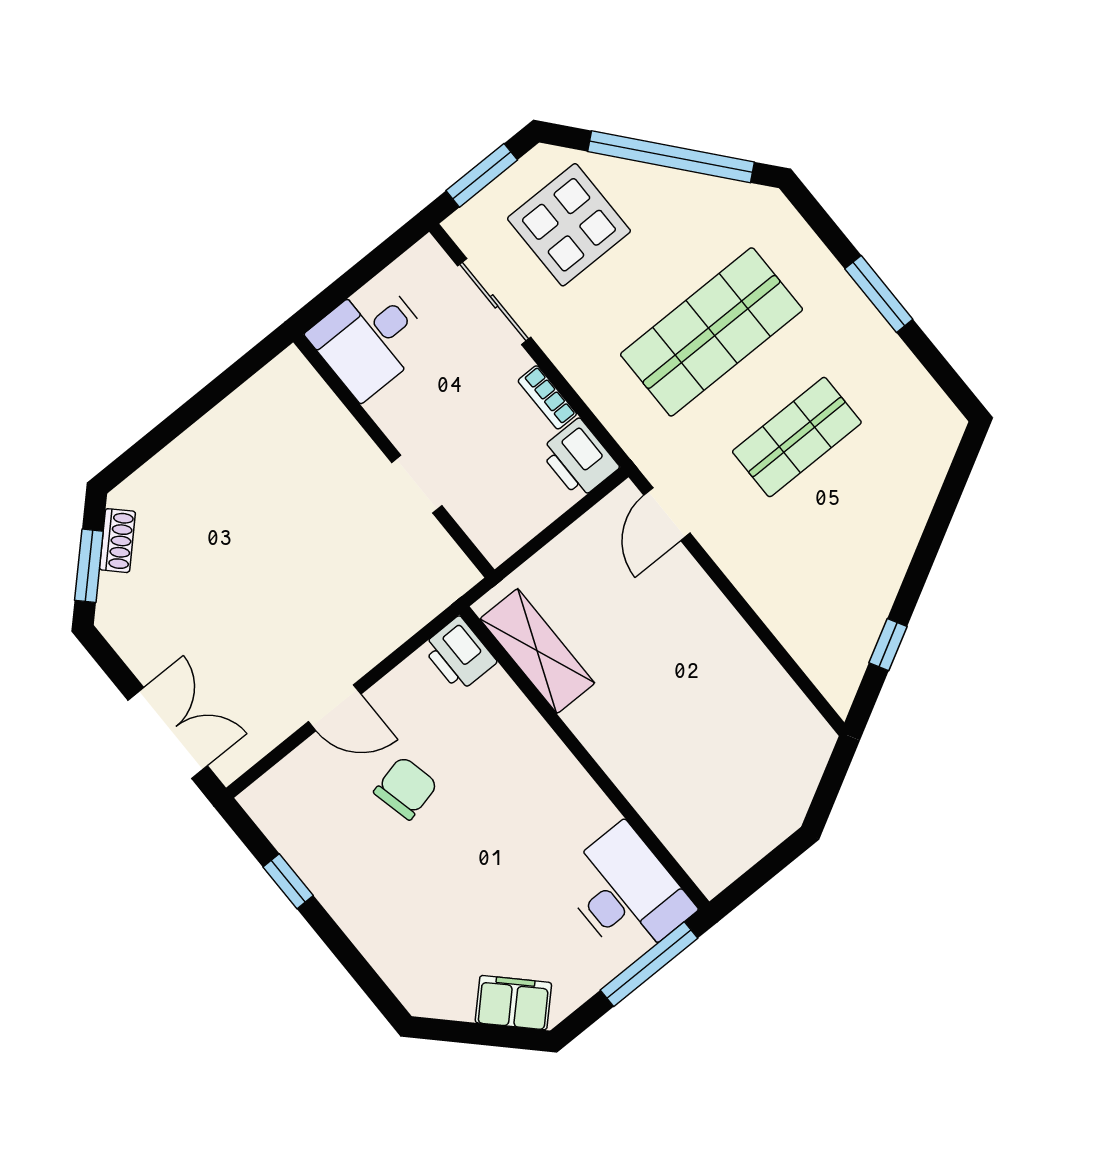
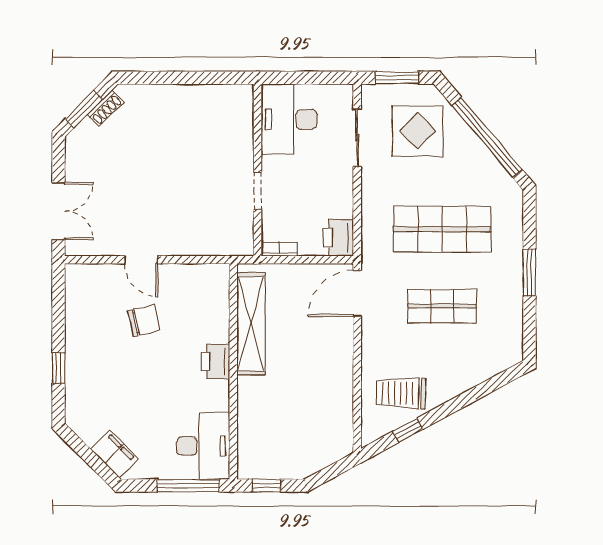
desk: (370, 339) -> (289, 119), width x1.37
bookcase: (547, 397) -> (279, 249), moved, turned 90
door: (667, 514) -> (357, 293), width x1.38
trolley: (837, 602) -> (401, 393), added
shelving: (537, 651) -> (251, 324), width x1.47
printer: (459, 654) -> (215, 361), moved
window: (756, 877) -> (267, 486), added
window: (288, 881) -> (59, 368), moved

